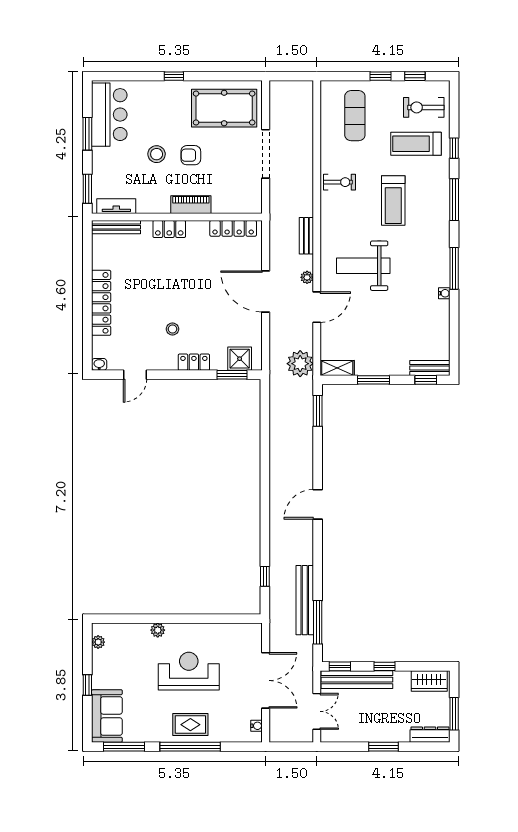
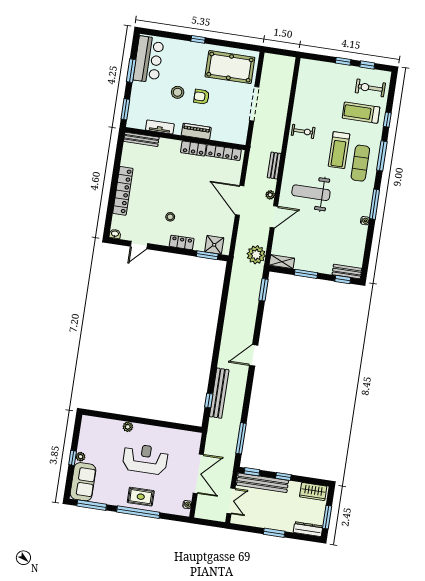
exercise mat: (355, 116) -> (360, 163), moved
tv unit: (116, 206) -> (160, 127), moved
locker: (169, 229) -> (193, 148), moved
bench: (305, 600) -> (219, 393), moved
plant: (98, 642) -> (81, 457), moved

